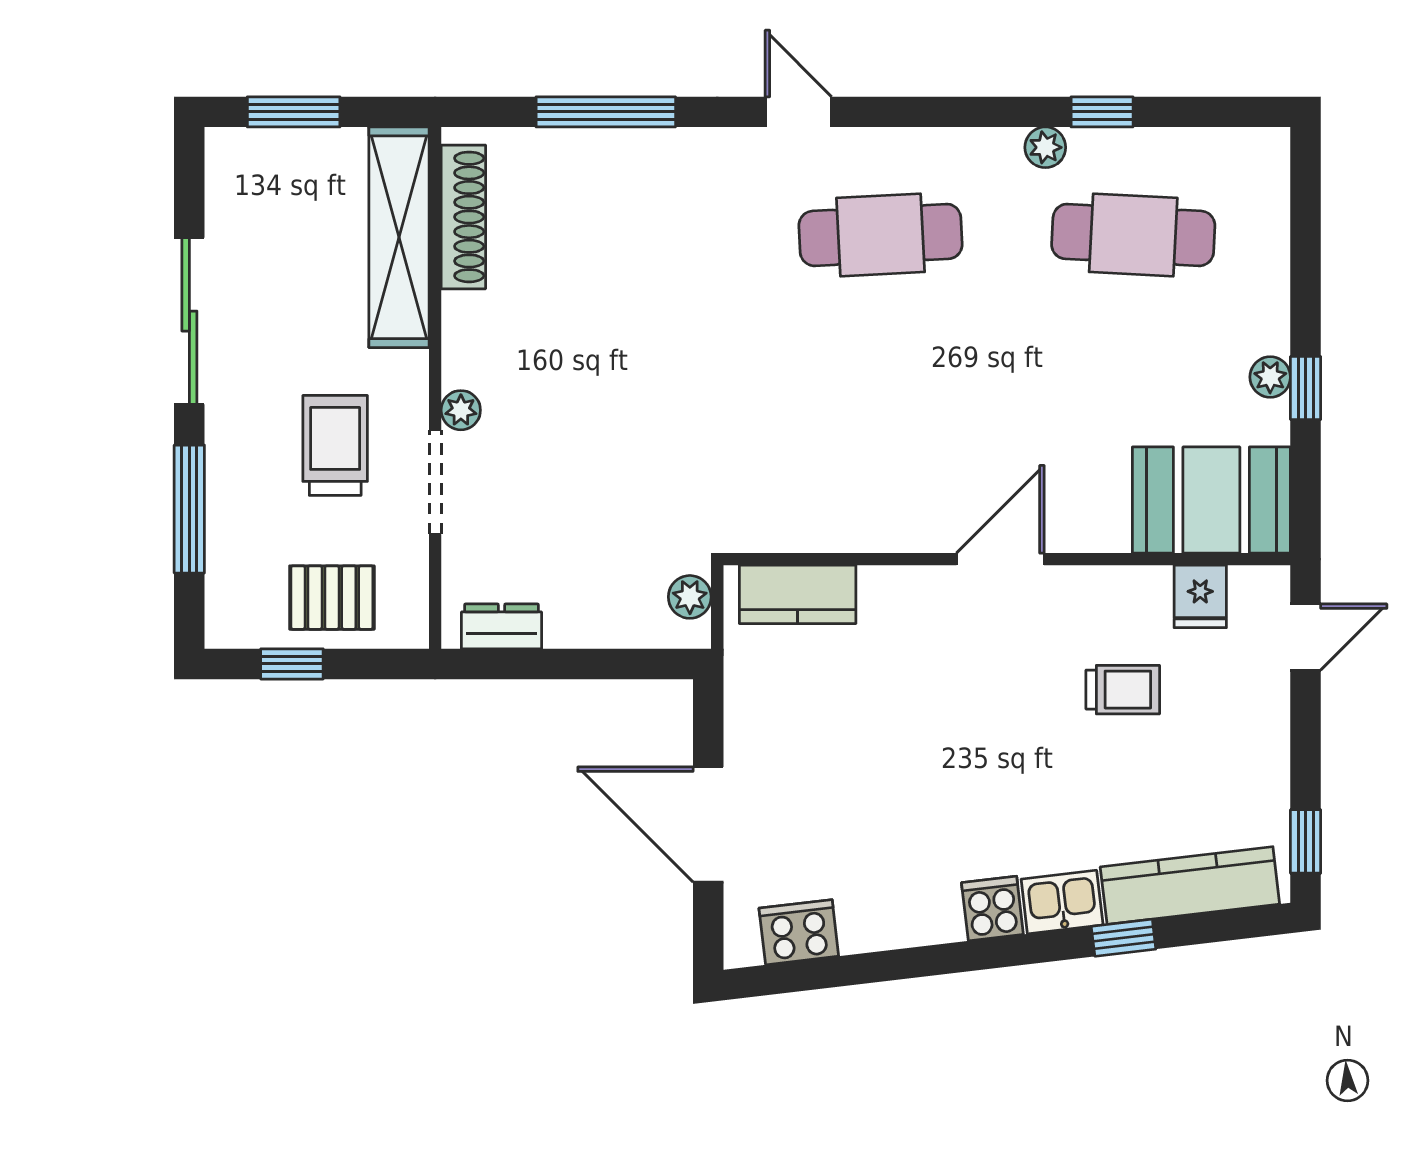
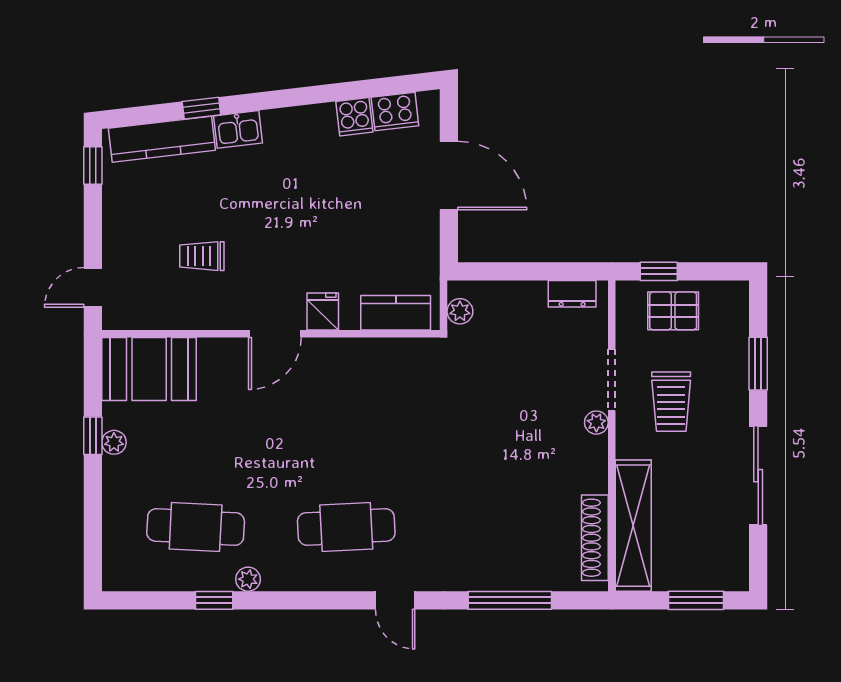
window: (189, 509) -> (758, 364), width x0.69
fridge: (1200, 596) -> (323, 312), moved
window: (292, 664) -> (659, 271), moved
cooker: (992, 909) -> (354, 117), moved

